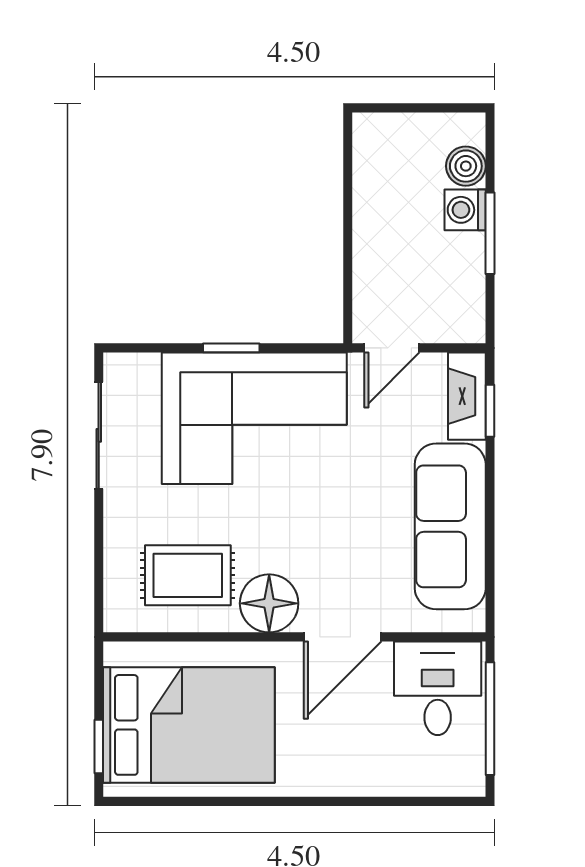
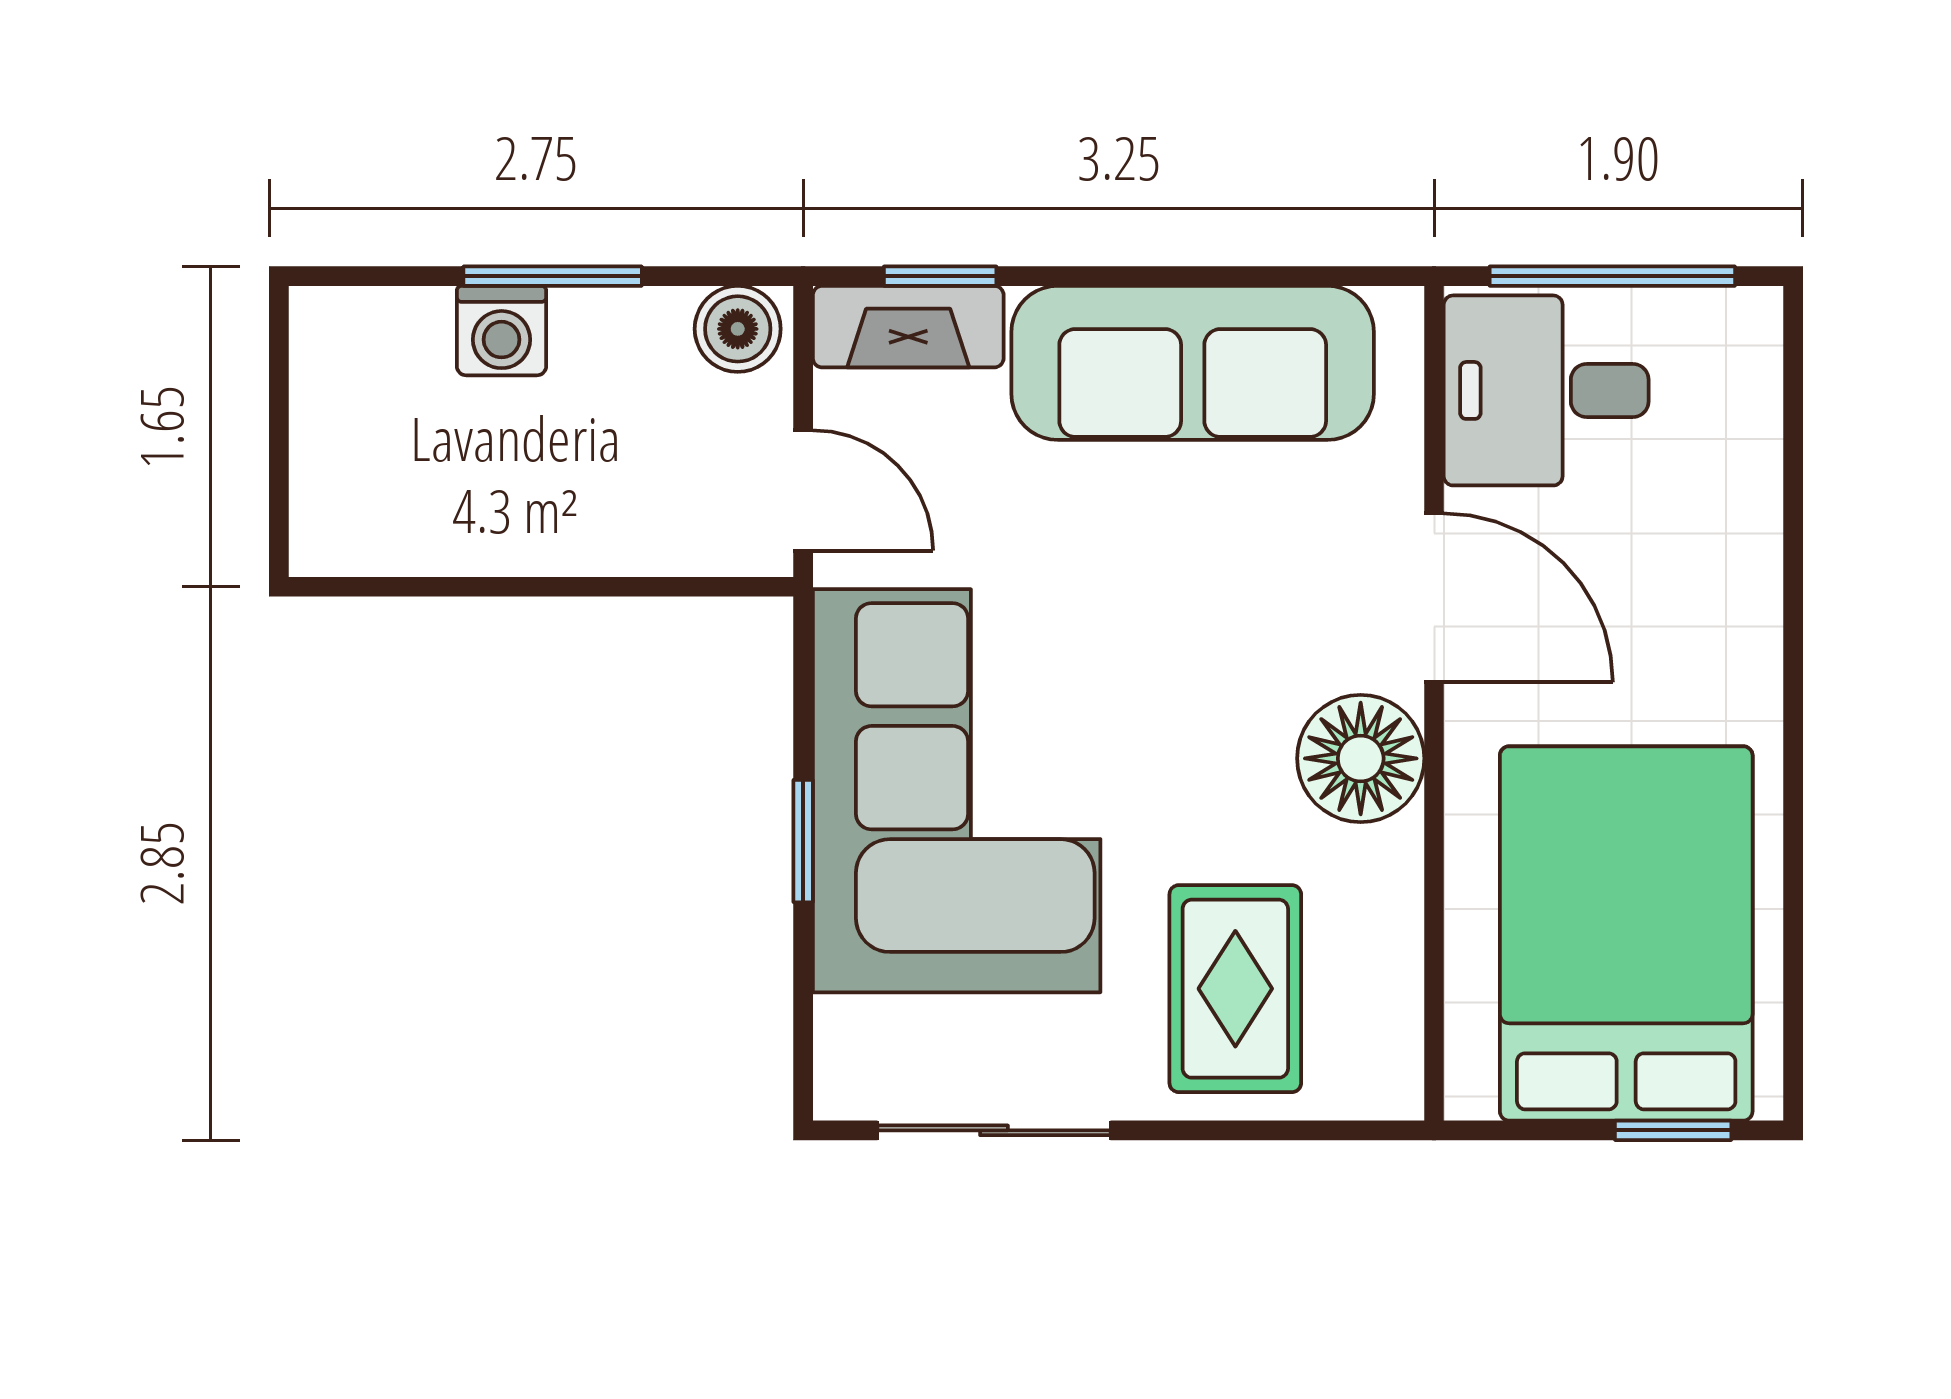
boiler: (466, 166) -> (738, 329), moved
rug: (188, 575) -> (1235, 989), moved

